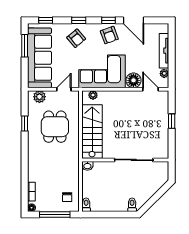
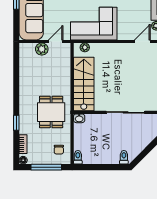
floor lamp: (133, 80) -> (125, 33), removed
door: (150, 89) -> (142, 41), hinge flipped
plant: (39, 97) -> (42, 49), moved
window: (25, 123) -> (16, 123), moved
dining table: (55, 127) -> (51, 112), moved

